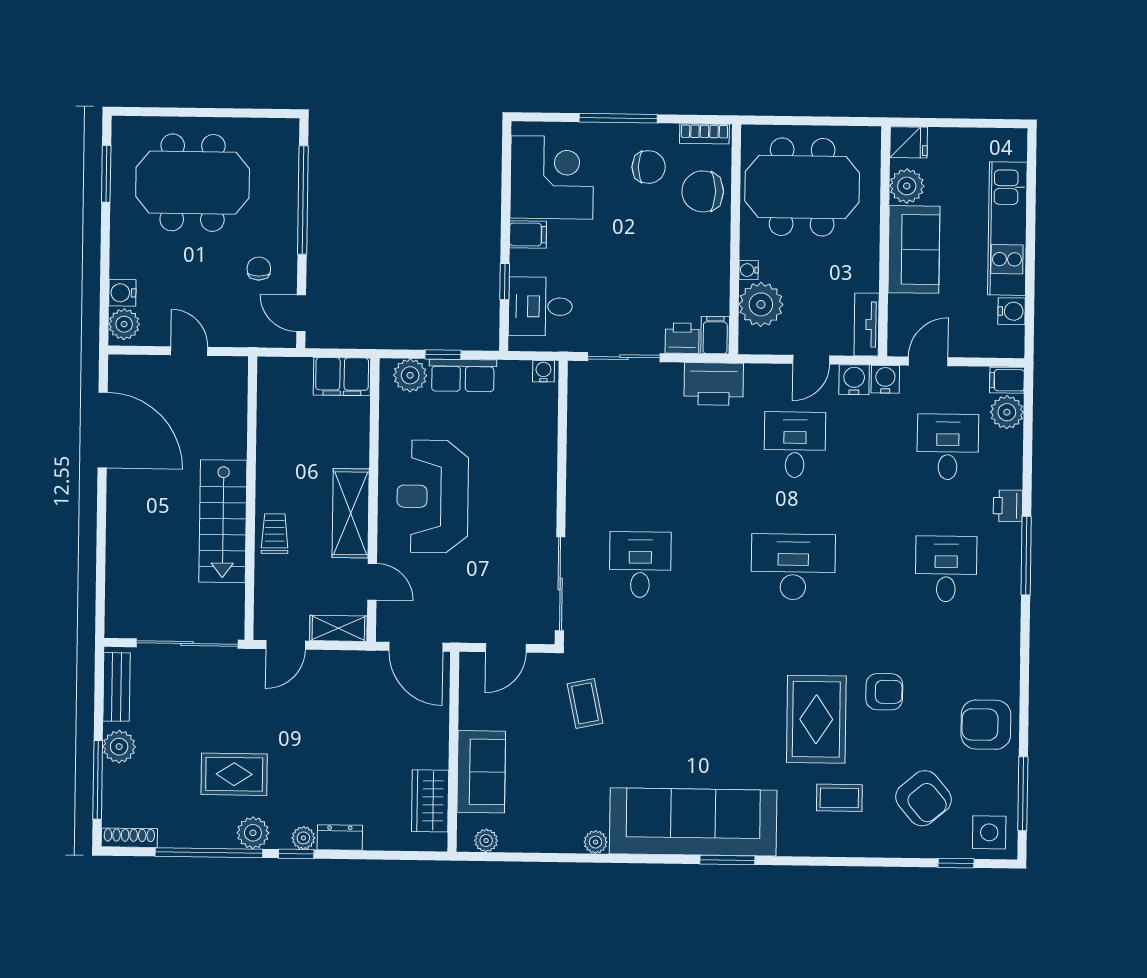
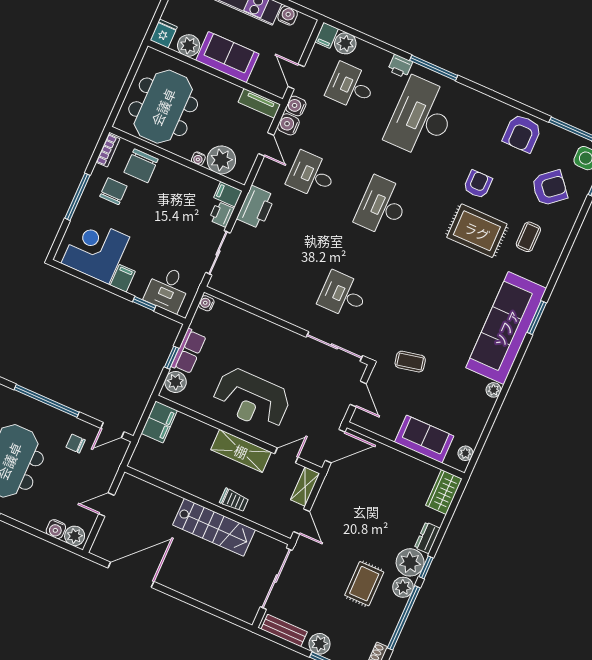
trolley: (275, 534) -> (234, 500), turned 180
desk: (946, 569) -> (421, 118), width x1.87, depth x1.30
wardrobe: (430, 801) -> (444, 492), moved, turned 90
plant: (303, 838) -> (410, 562), width x1.88, depth x1.88

